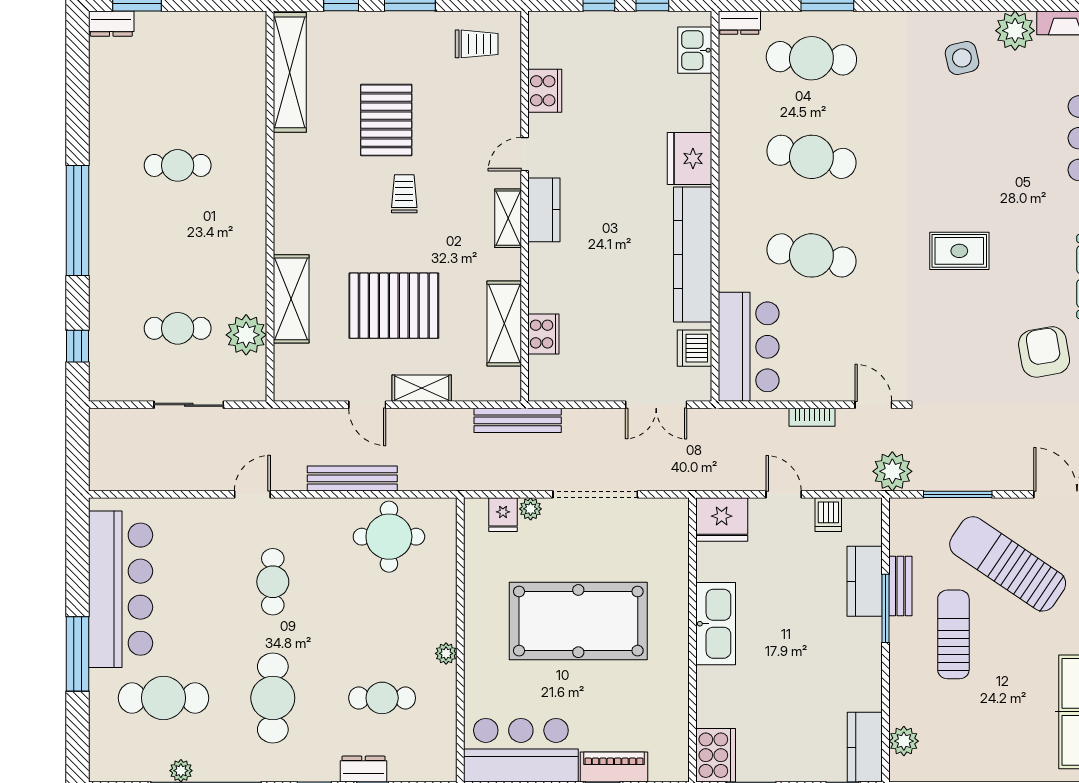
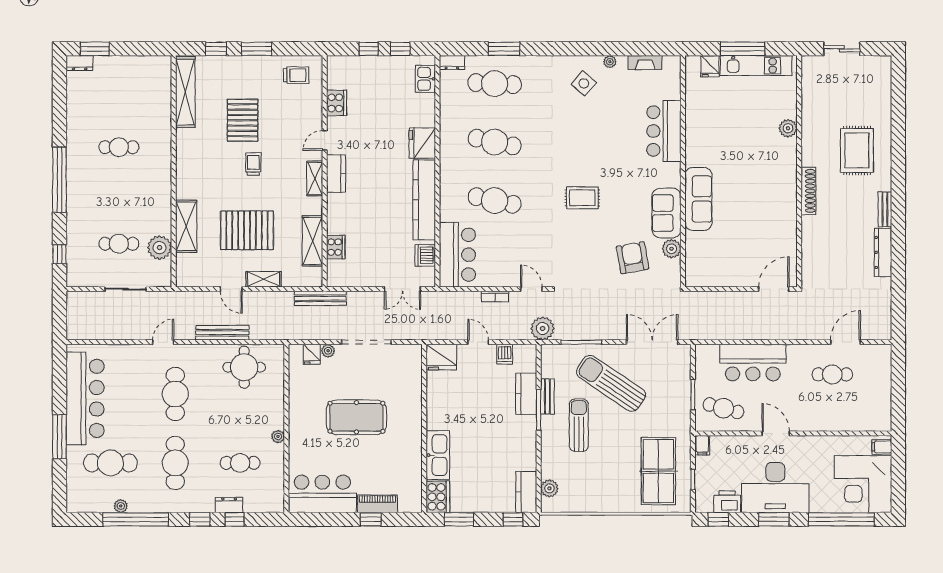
plant: (1015, 31) -> (610, 62), width x0.53, depth x0.53
side table: (962, 58) -> (584, 83), turned -37
cafe table: (273, 582) -> (175, 394), width x1.37, depth x1.35
pool table: (578, 621) -> (356, 417), width x0.73, depth x0.76
kitchen sink: (716, 624) -> (438, 455), moved

